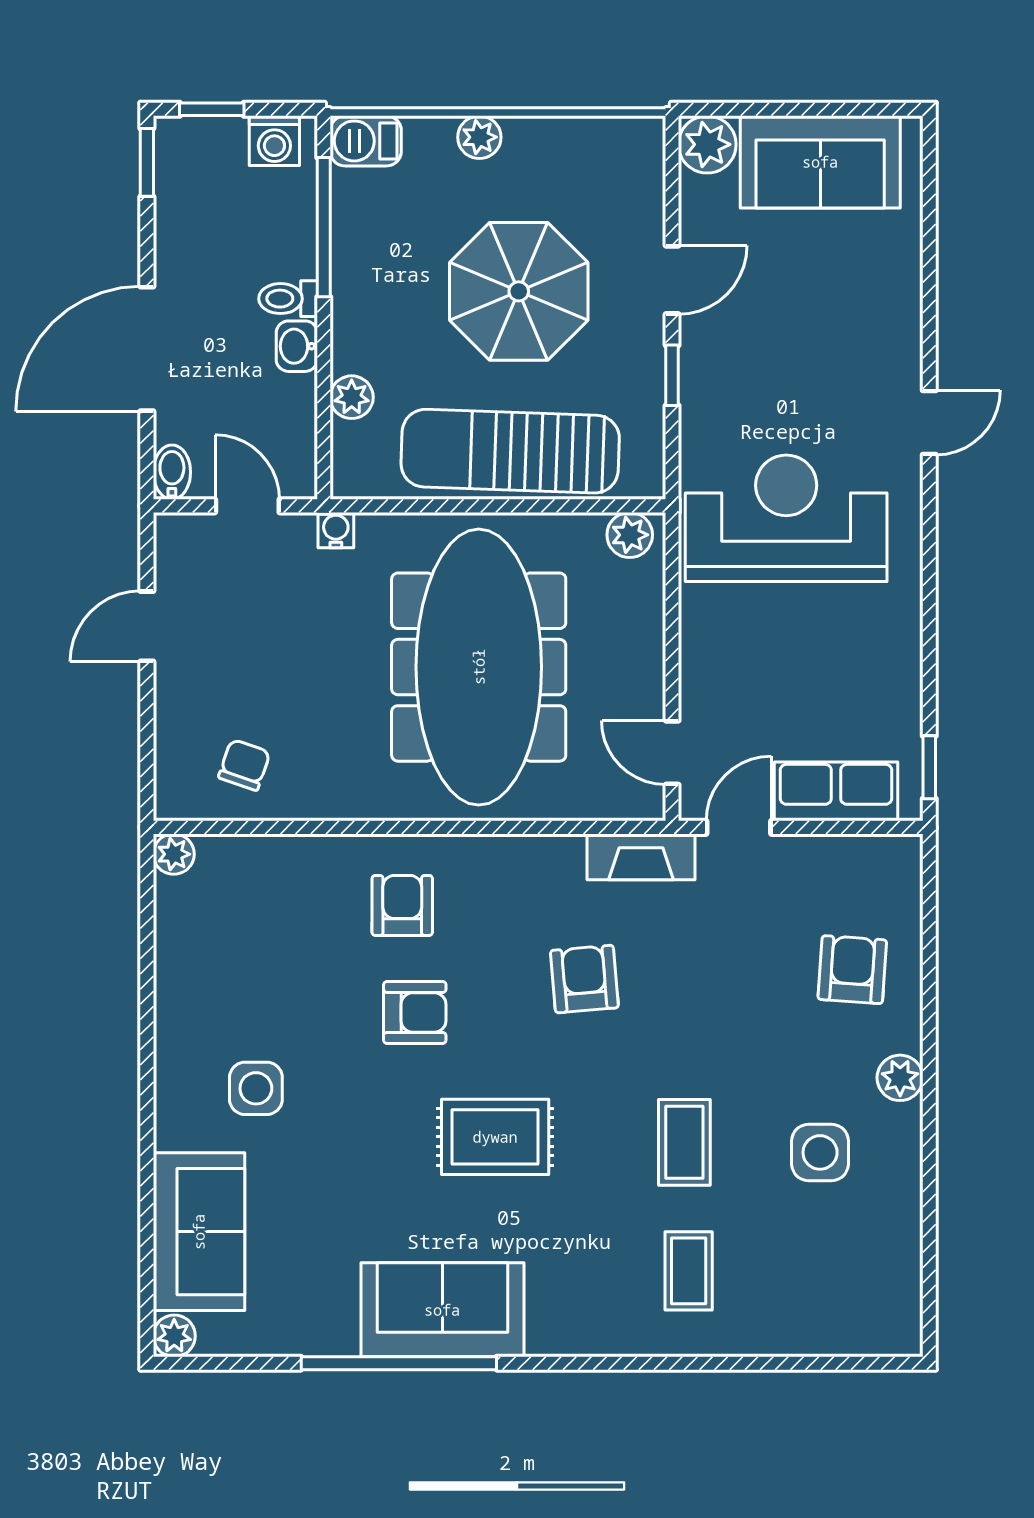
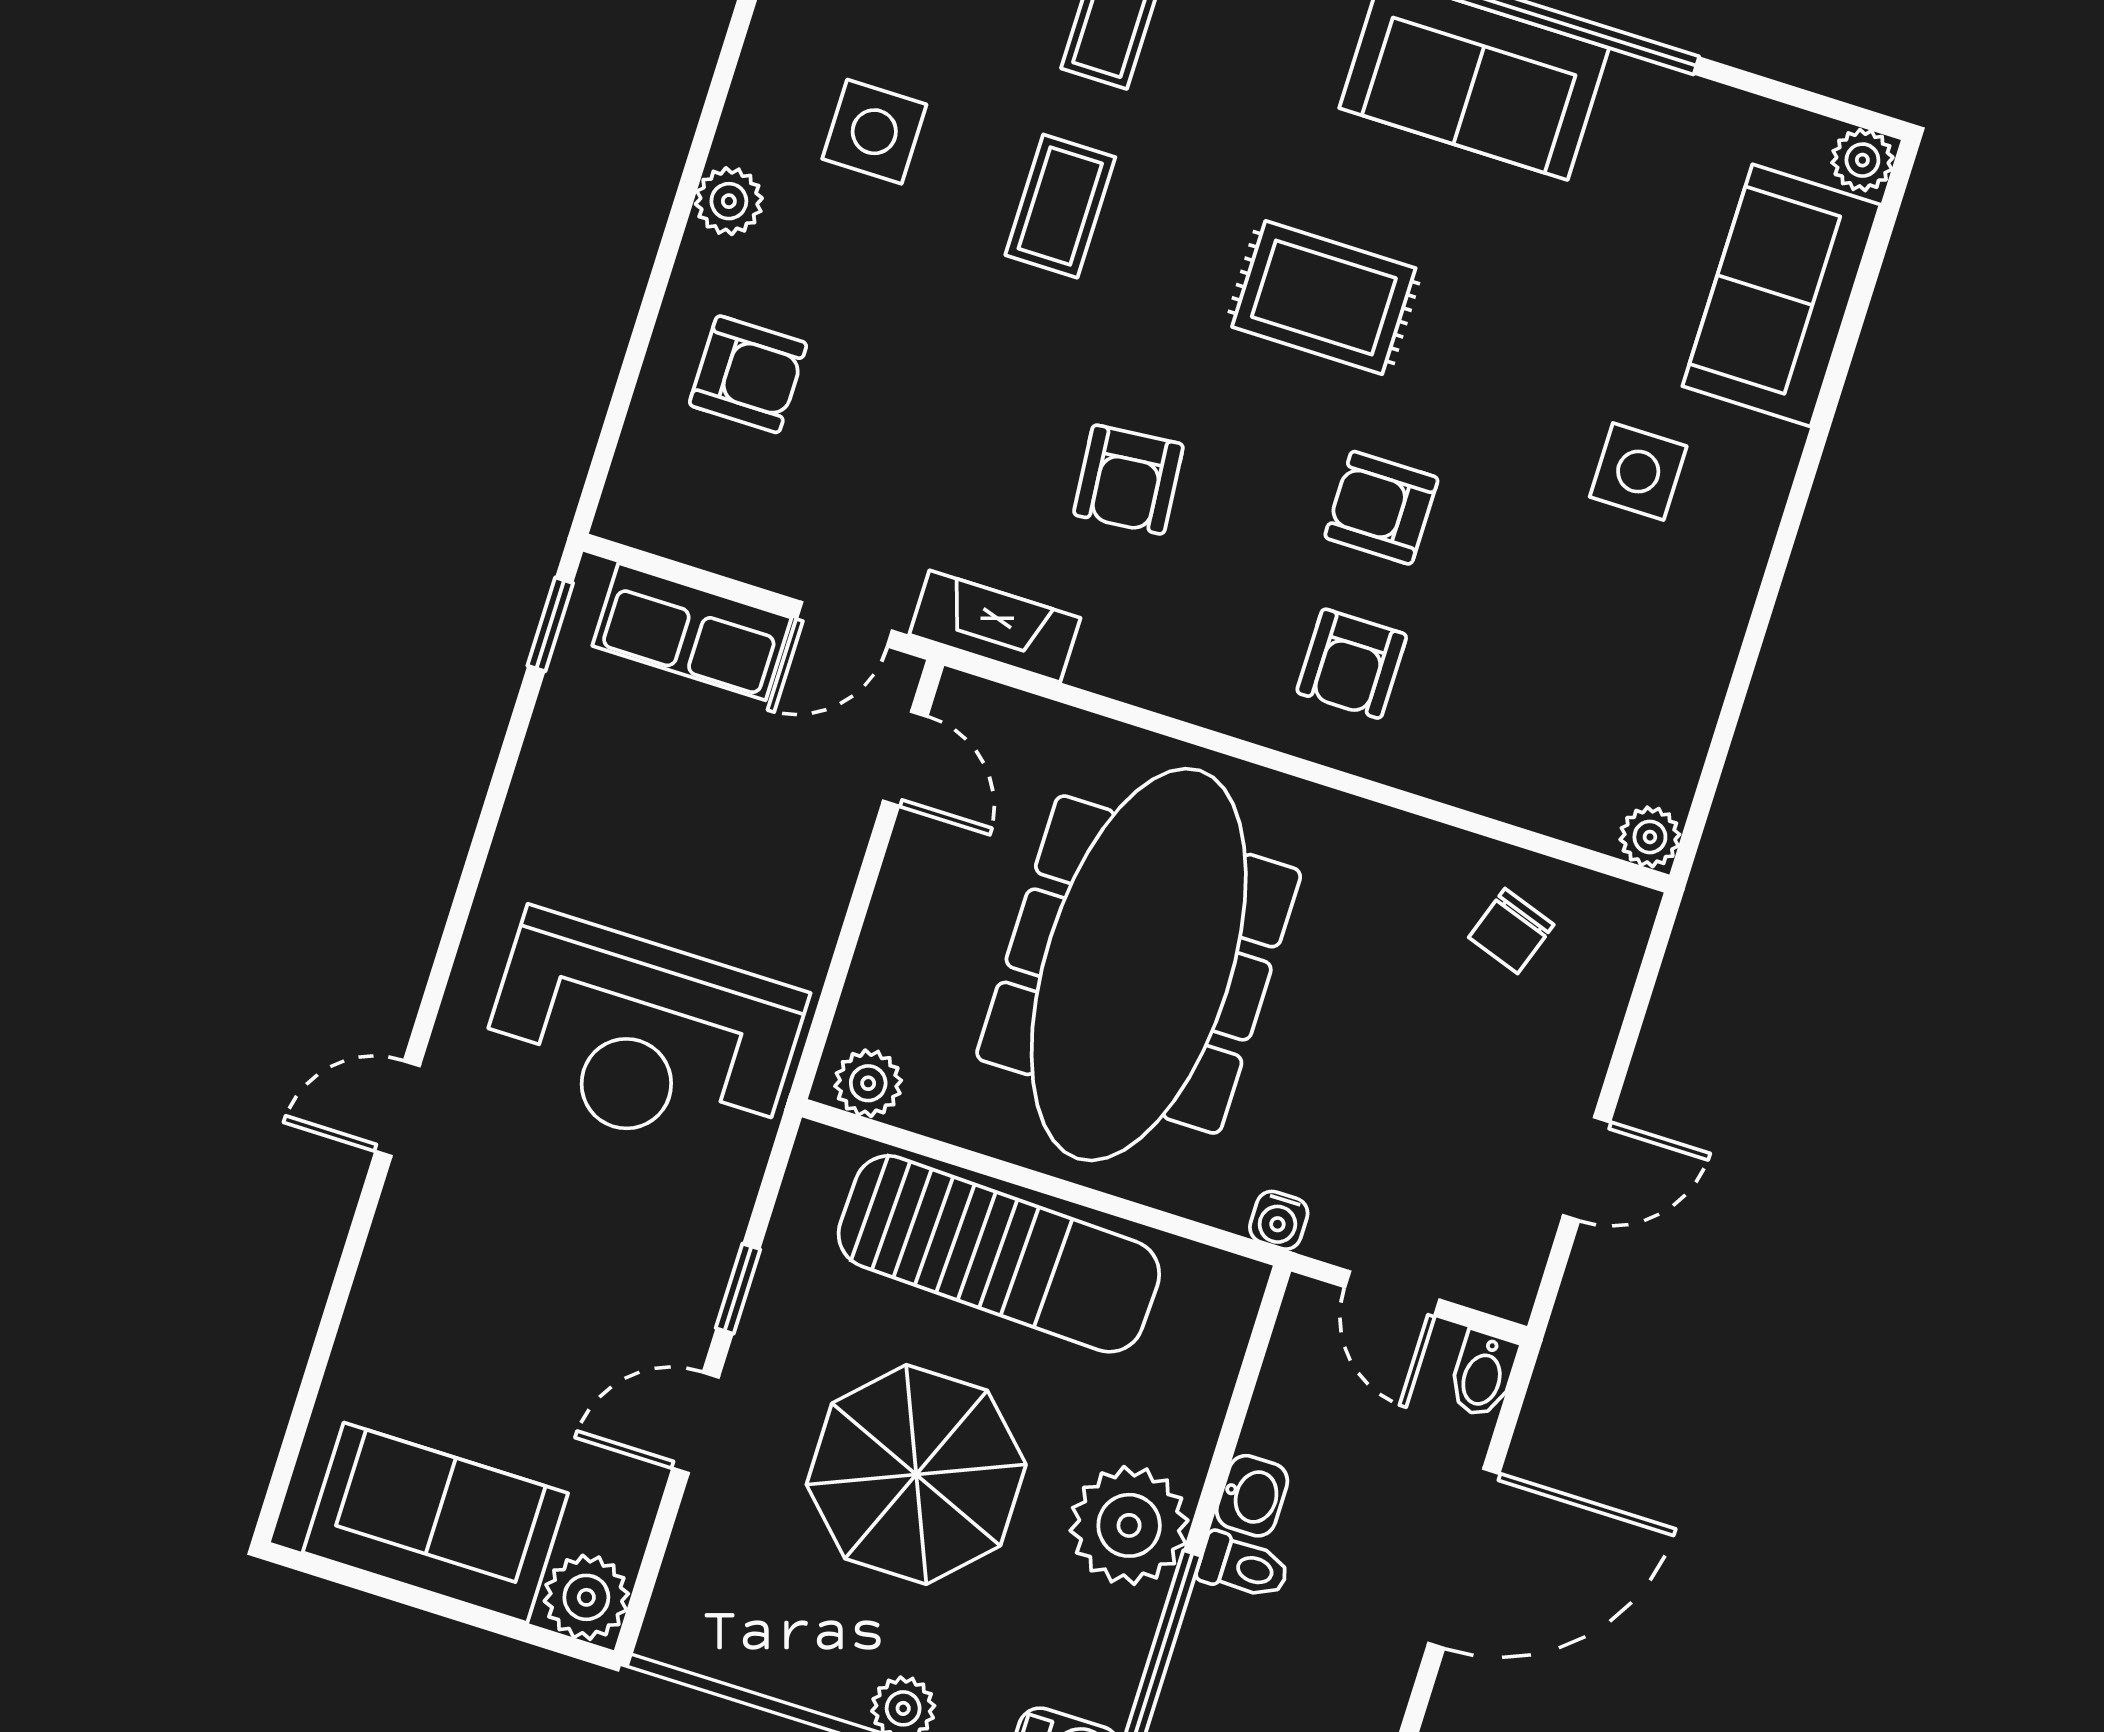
plant: (352, 397) -> (1129, 1525), moved, width x1.87, depth x1.87
armchair: (852, 970) -> (748, 374), turned -94

